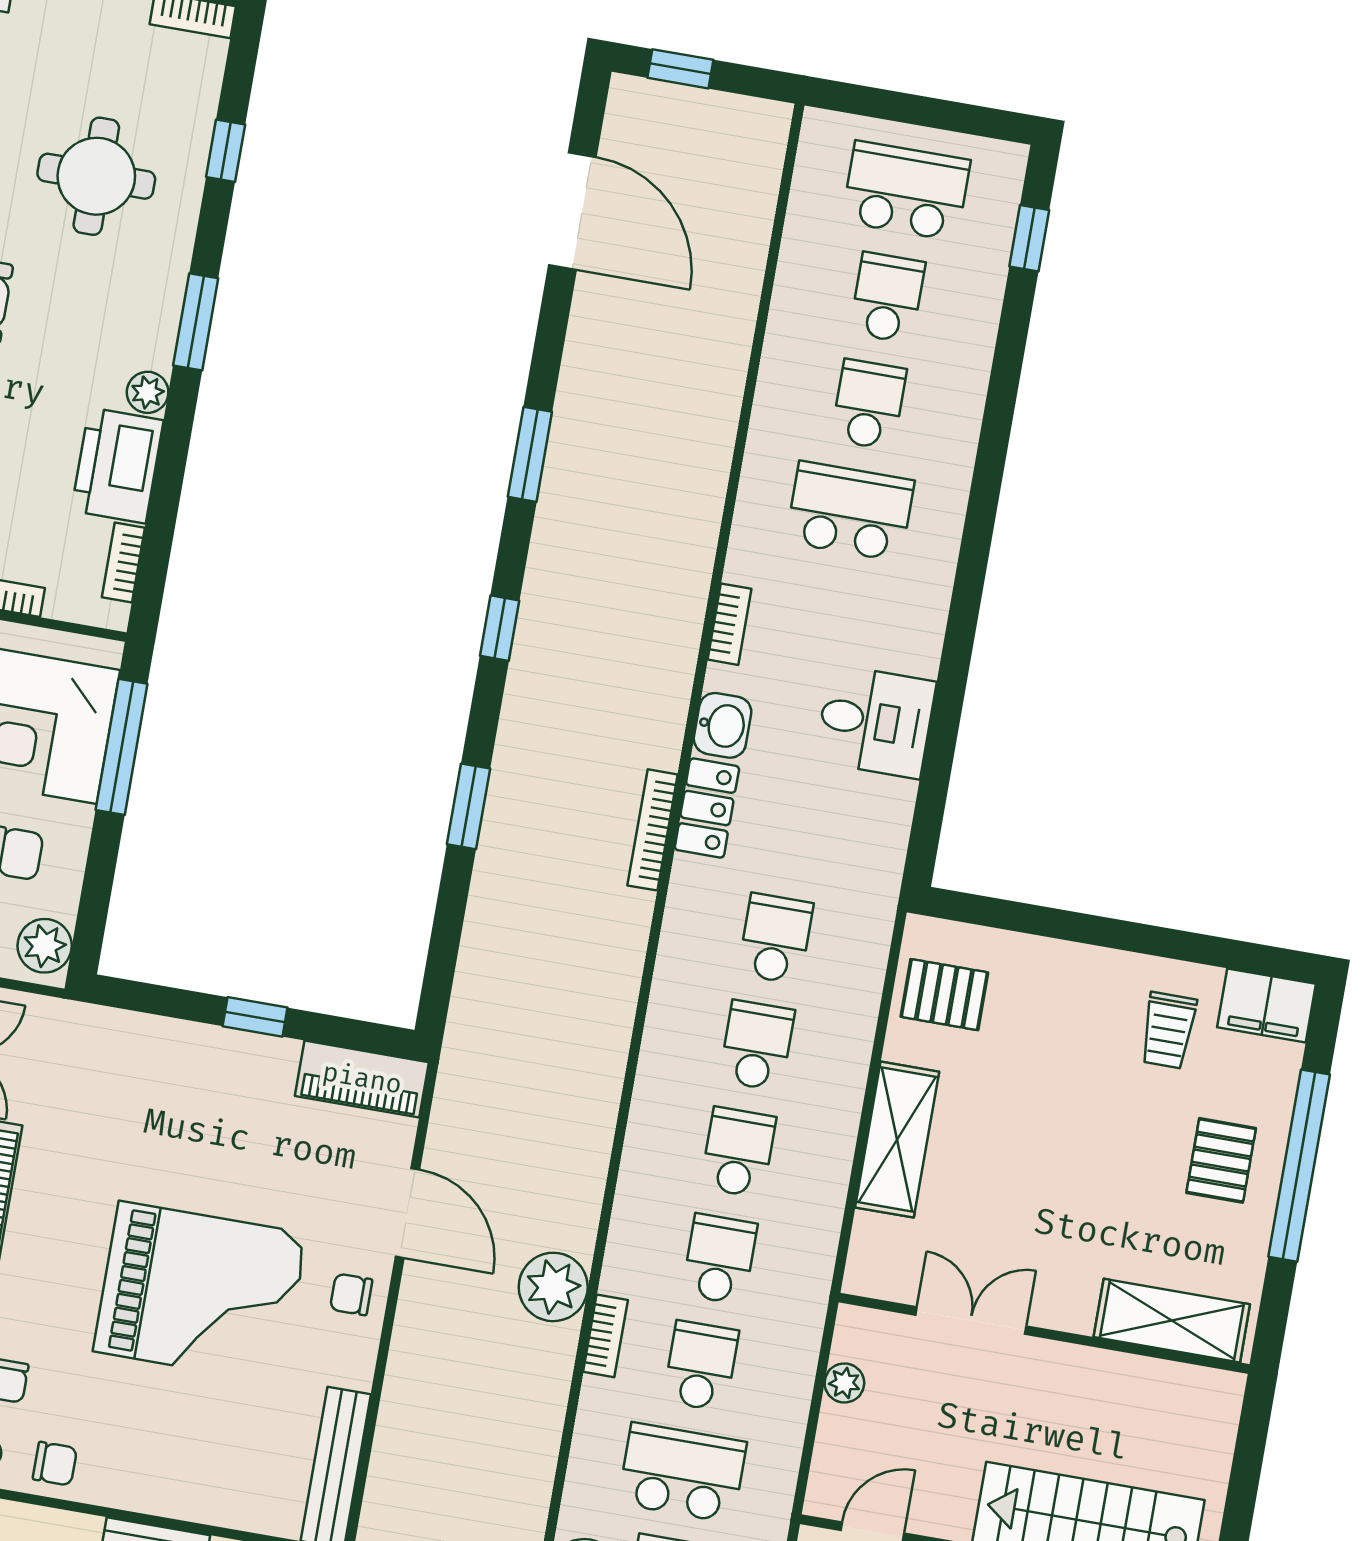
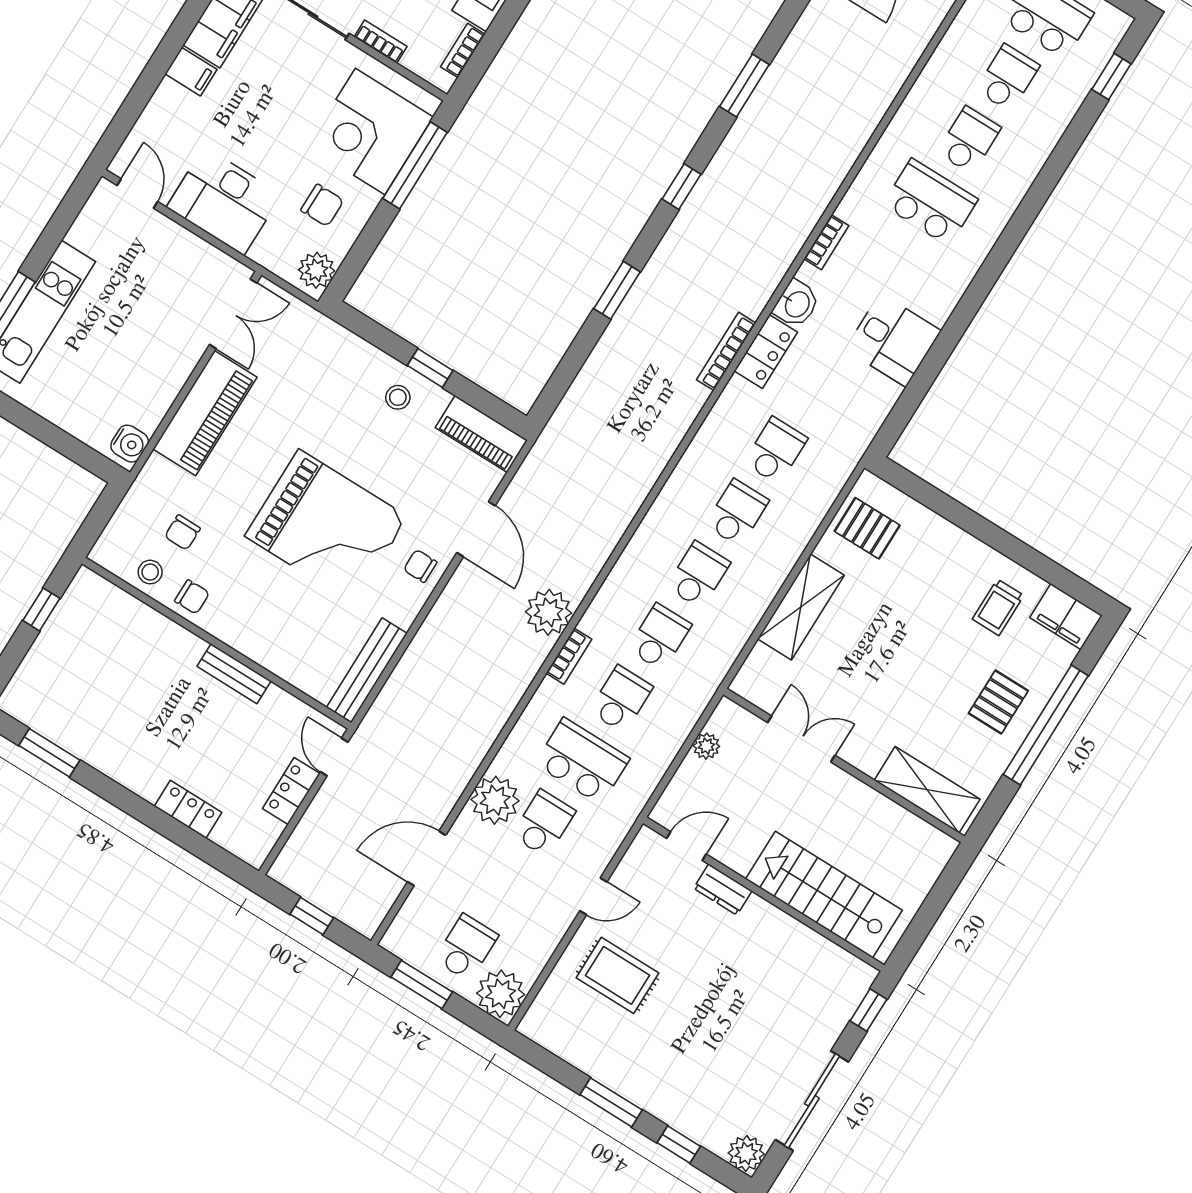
stool: (227, 1075) -> (398, 397), added

